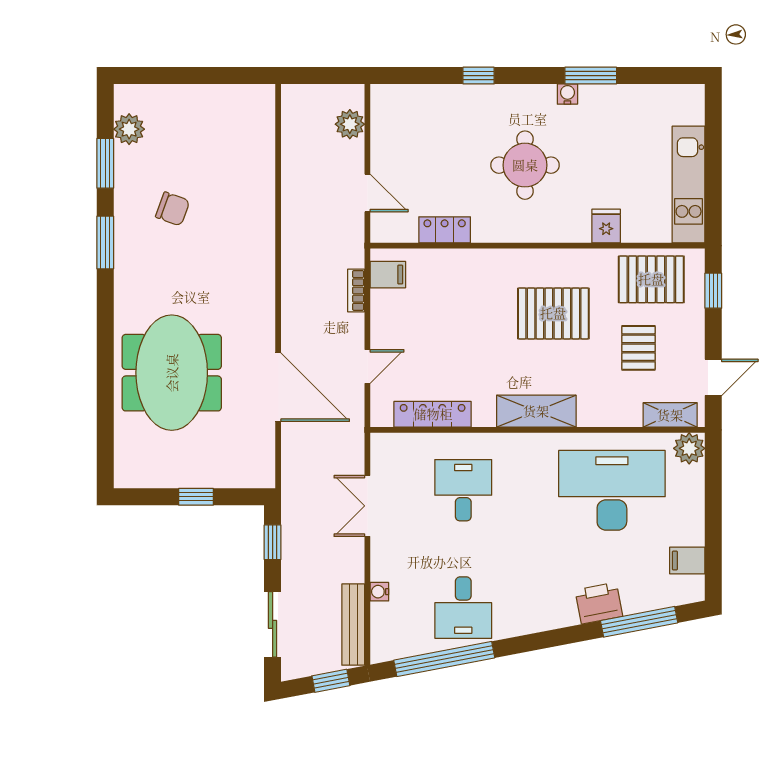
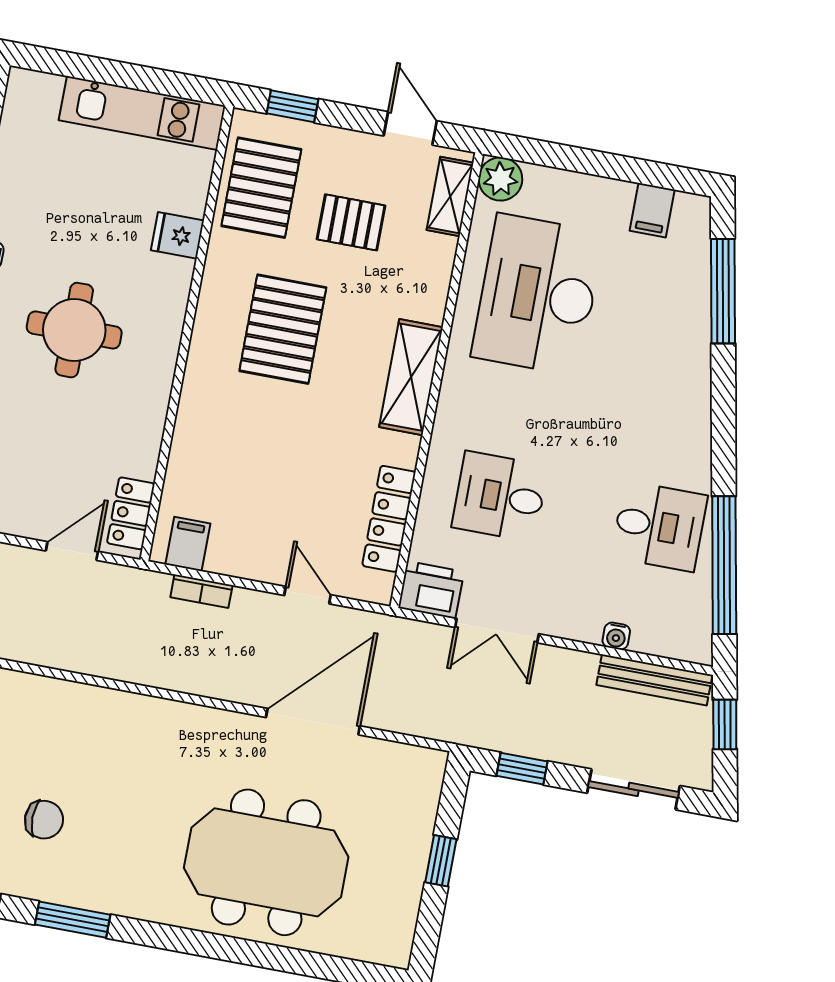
chair: (173, 209) -> (44, 820), turned 70
locker: (445, 230) -> (131, 513), moved
printer: (599, 603) -> (431, 590), moved, turned 101

